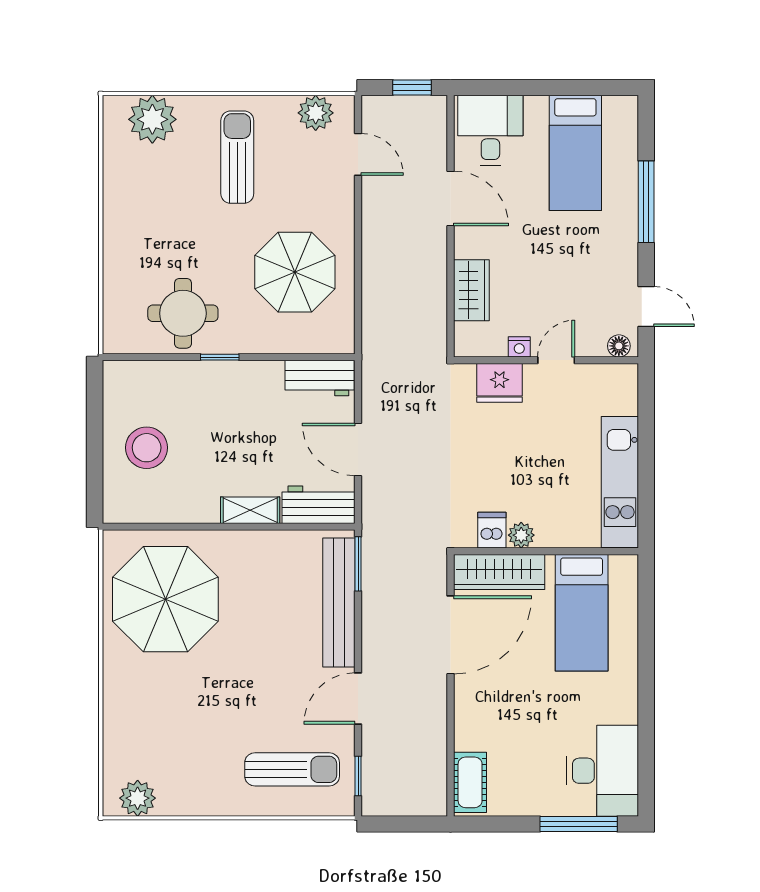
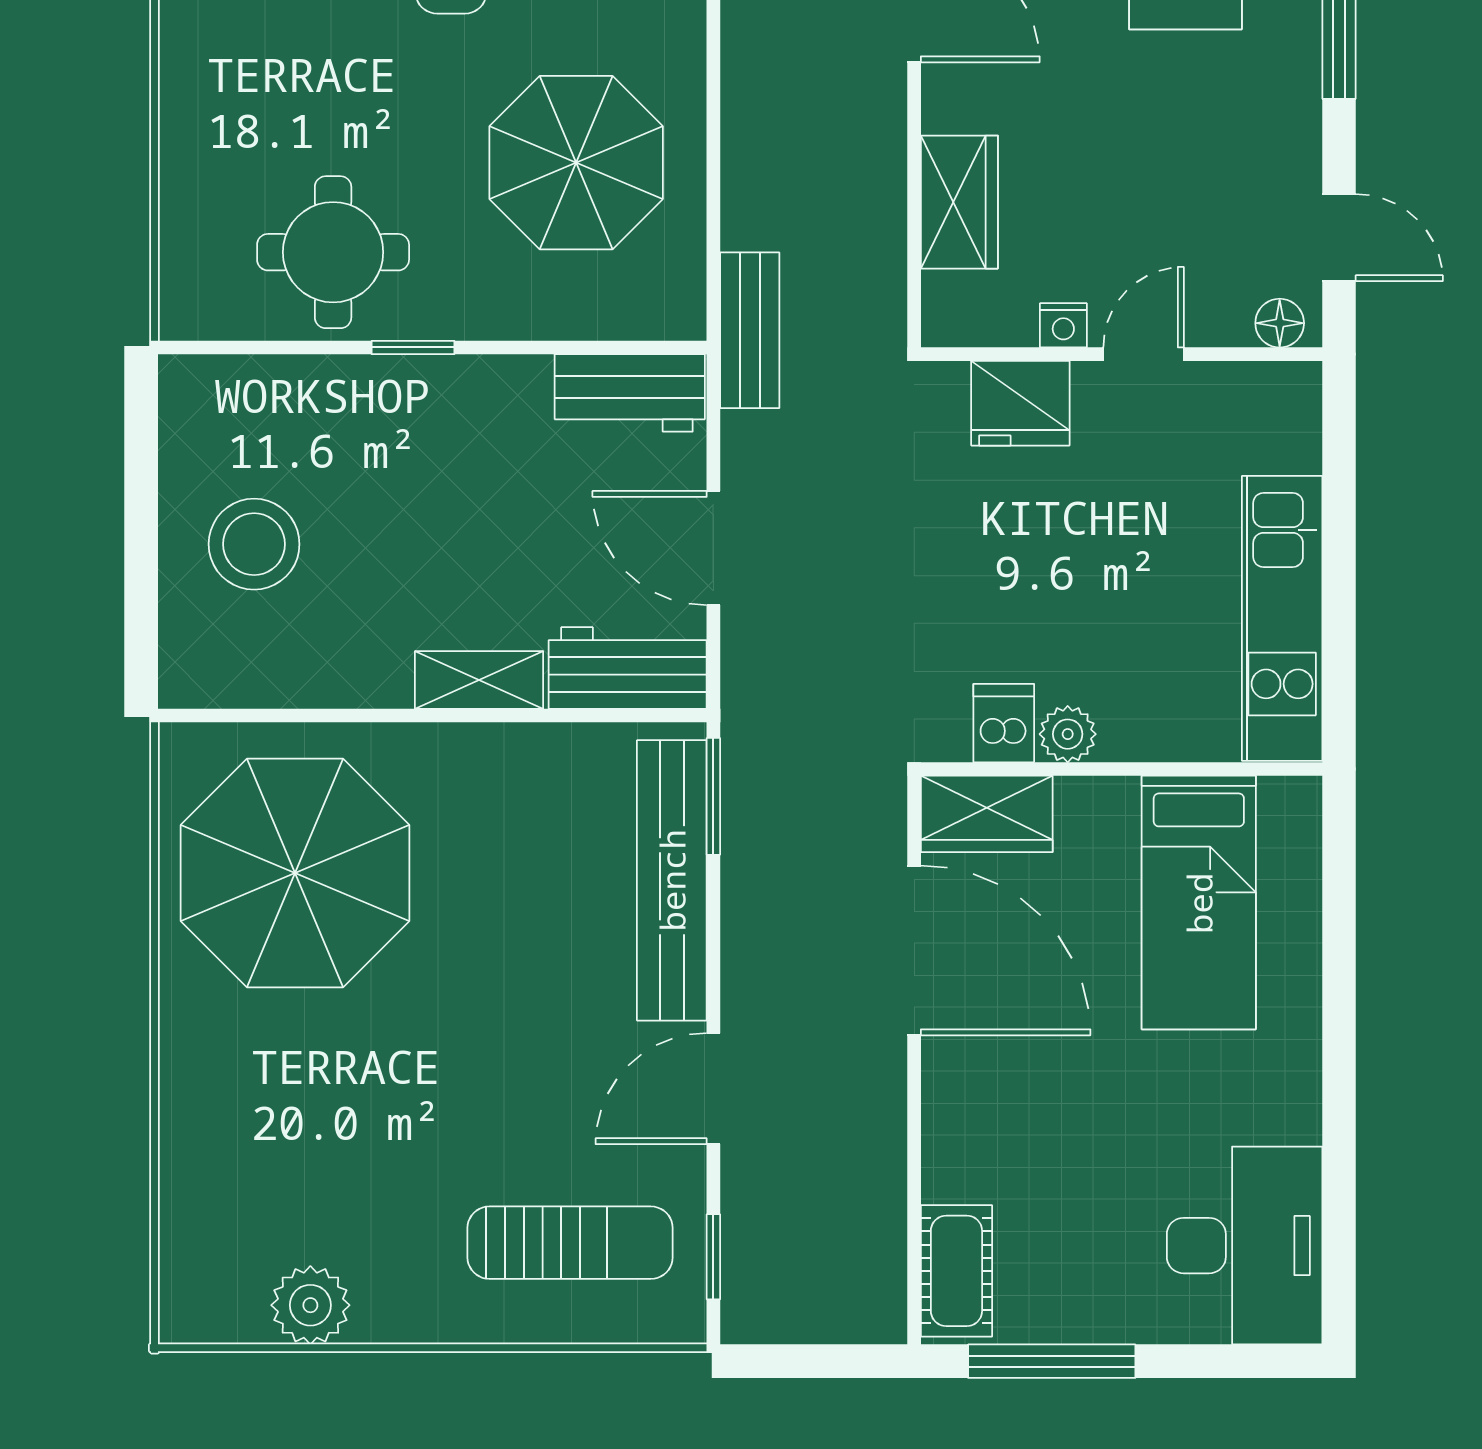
bench: (375, 349) -> (750, 330), added
wardrobe: (499, 572) -> (987, 814), width x0.67
door: (451, 635) -> (914, 950), hinge flipped
plant: (138, 798) -> (310, 1305), moved
window: (579, 824) -> (1052, 1361), moved

